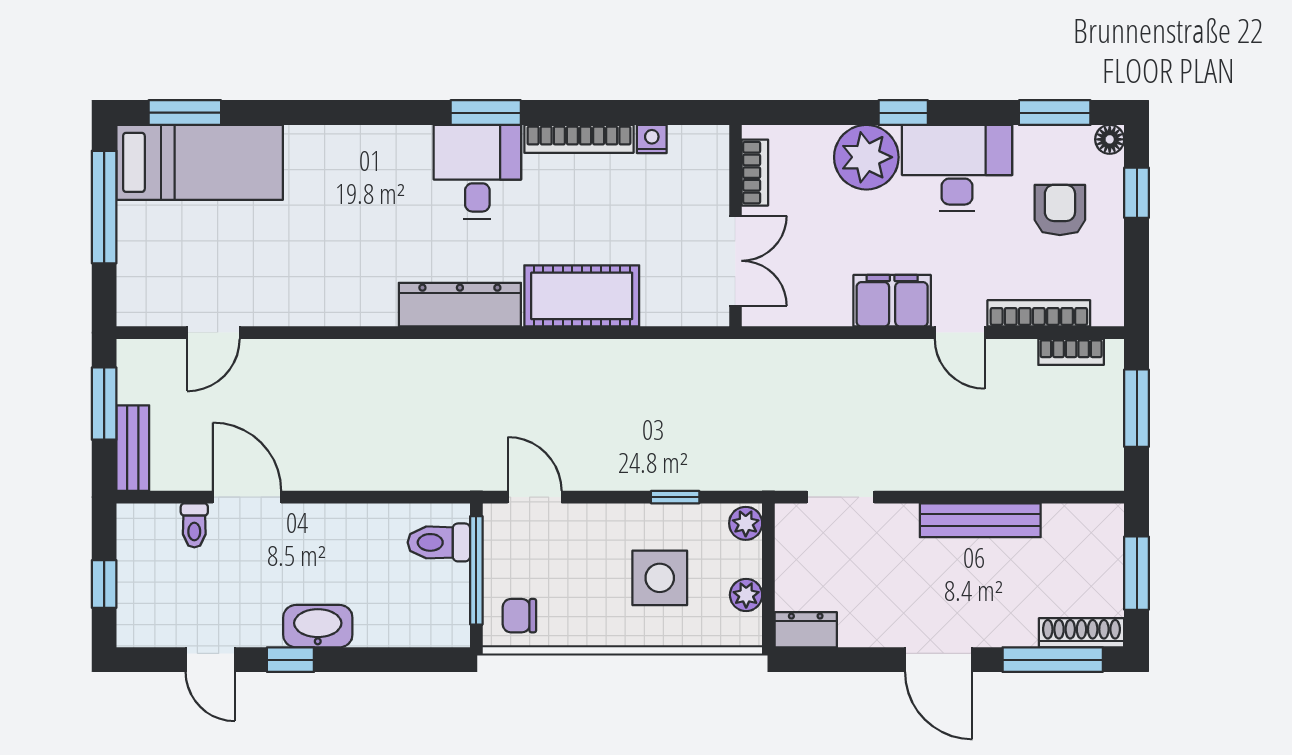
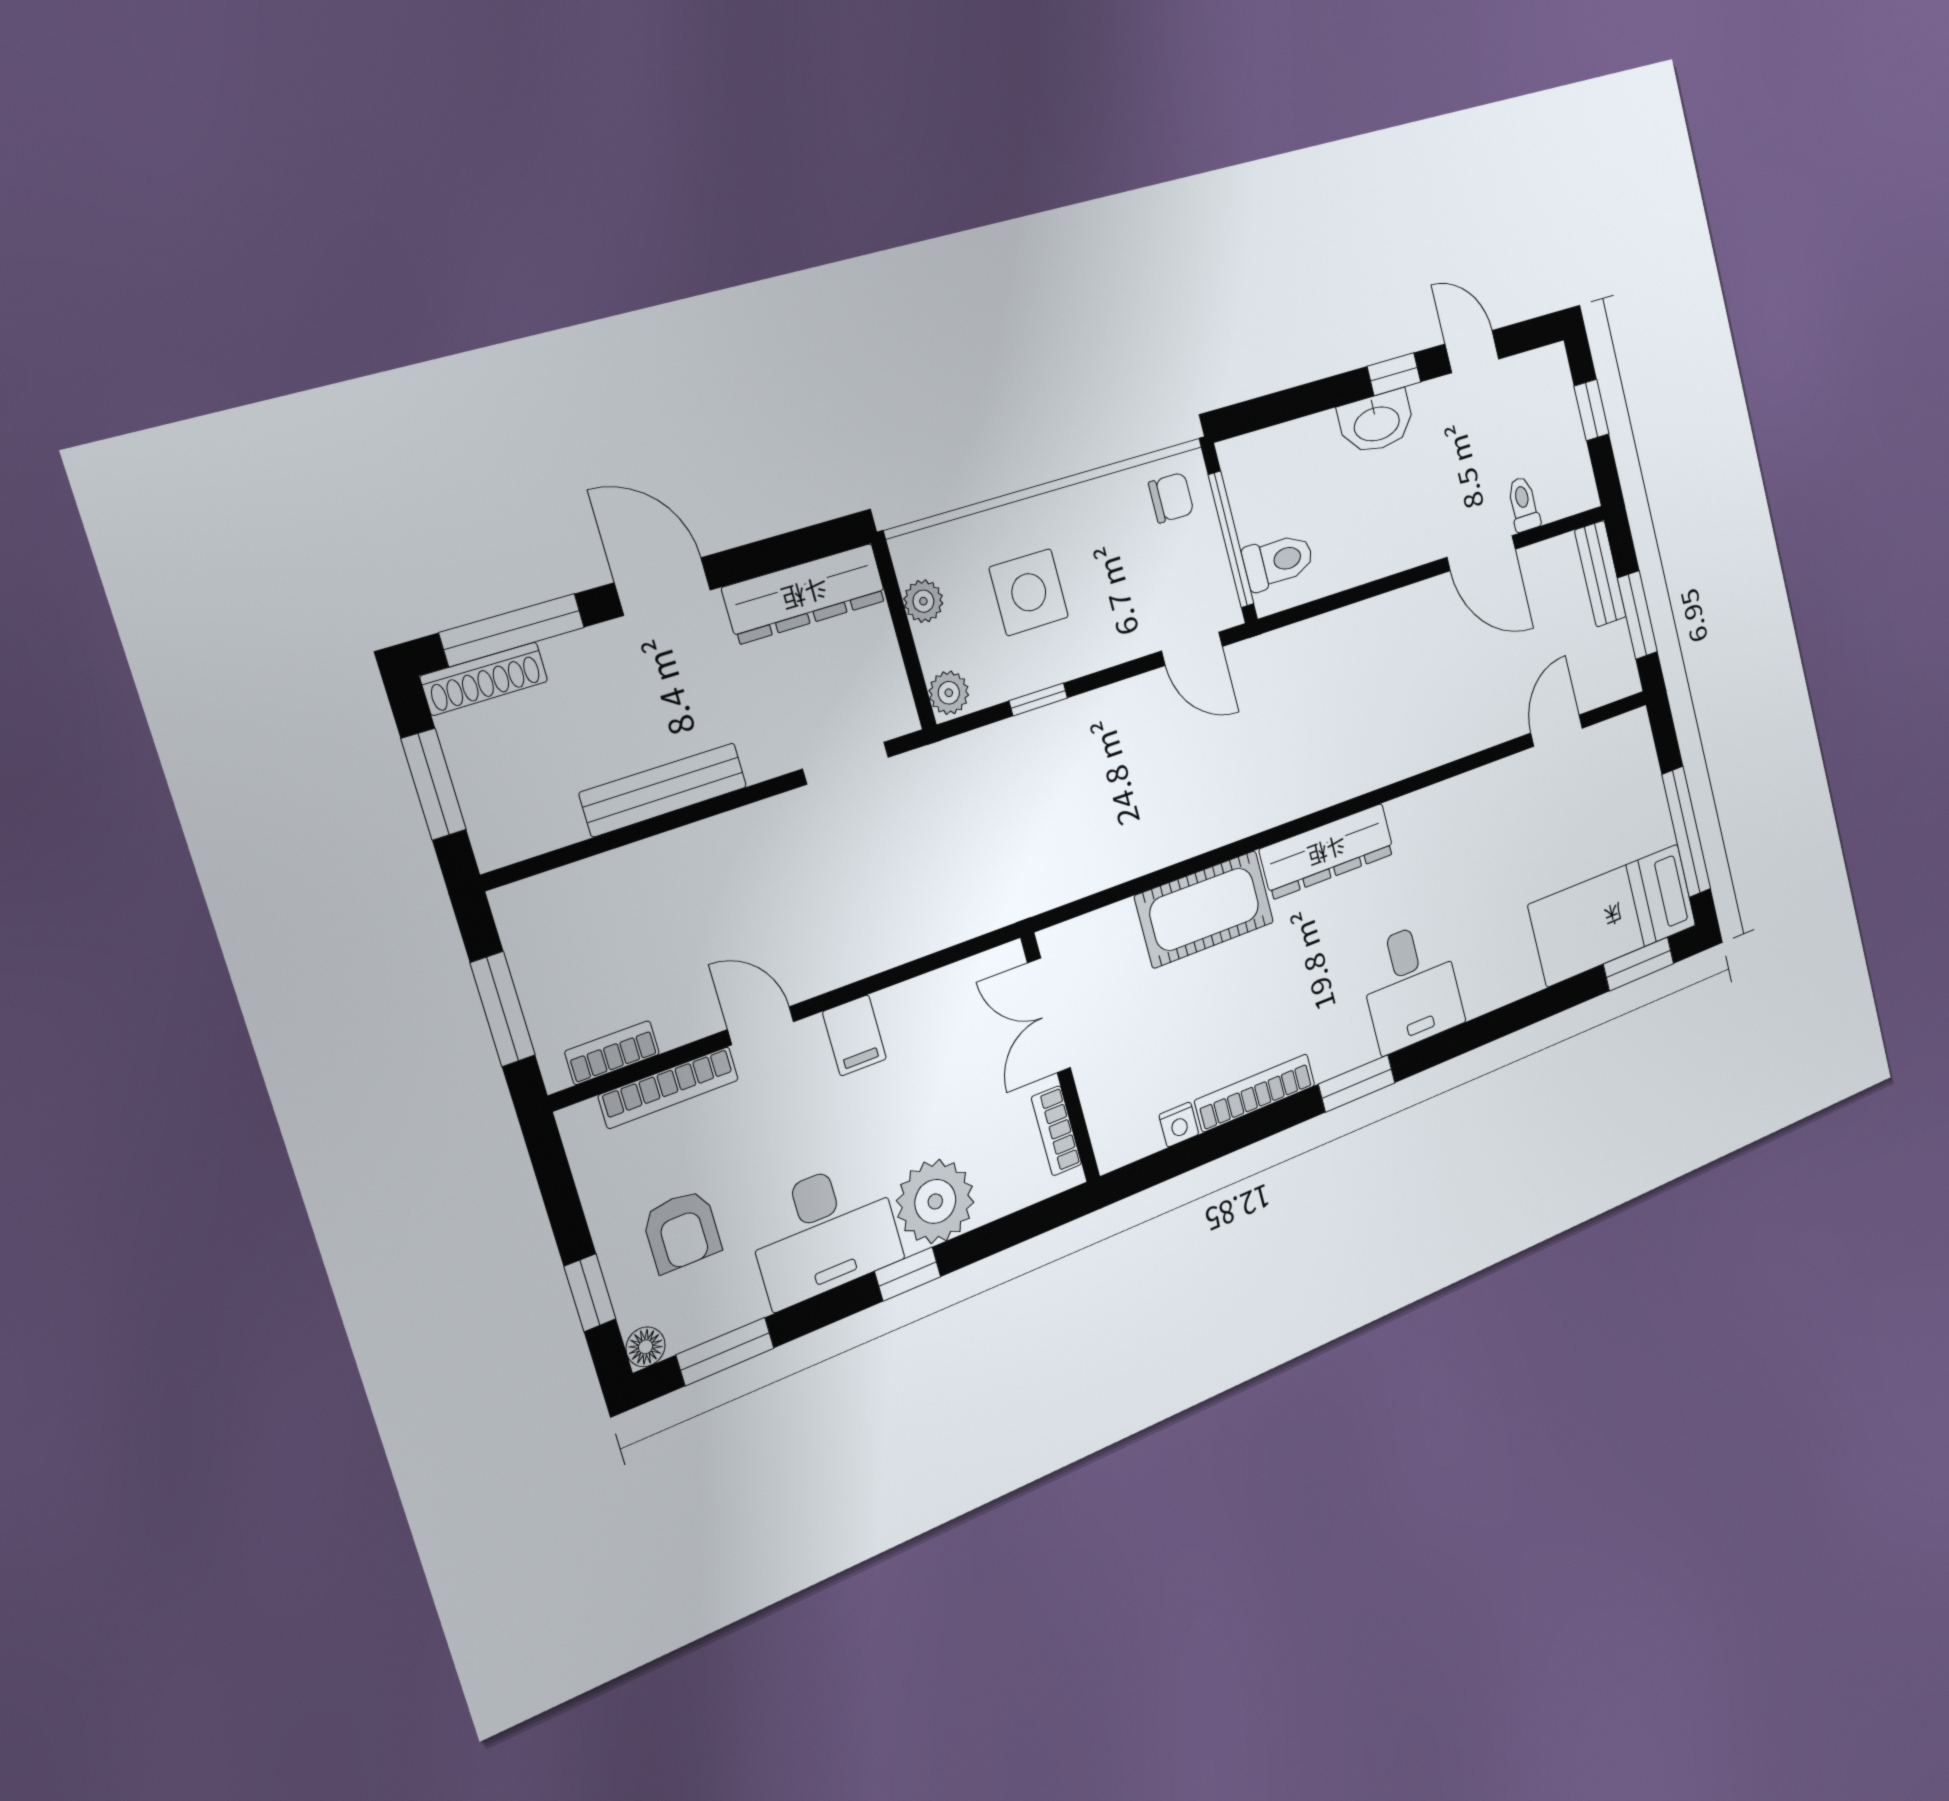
desk: (477, 172) -> (1411, 986), moved
filing cabinet: (892, 301) -> (855, 1035), width x0.50
dresser: (806, 630) -> (805, 594), width x1.96, depth x1.24

